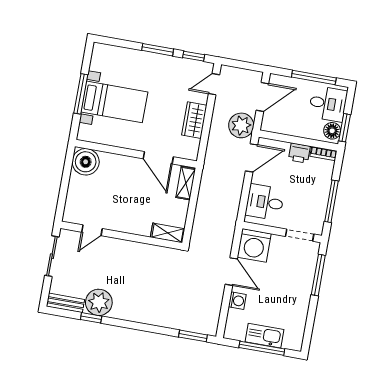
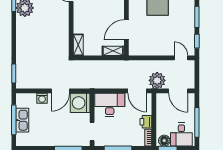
wardrobe: (194, 120) -> (155, 49), removed
desk: (265, 202) -> (110, 105), width x1.37

